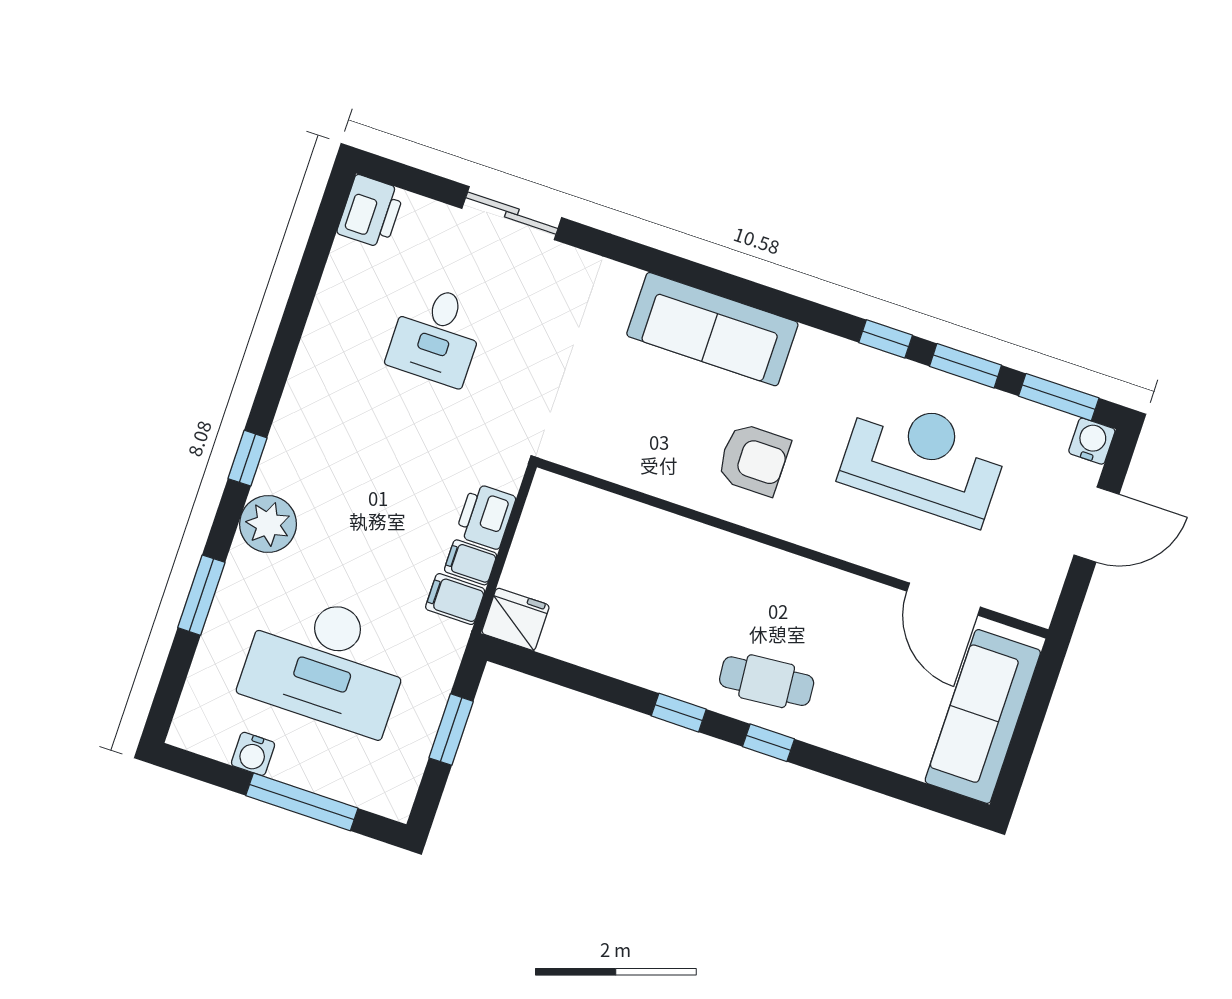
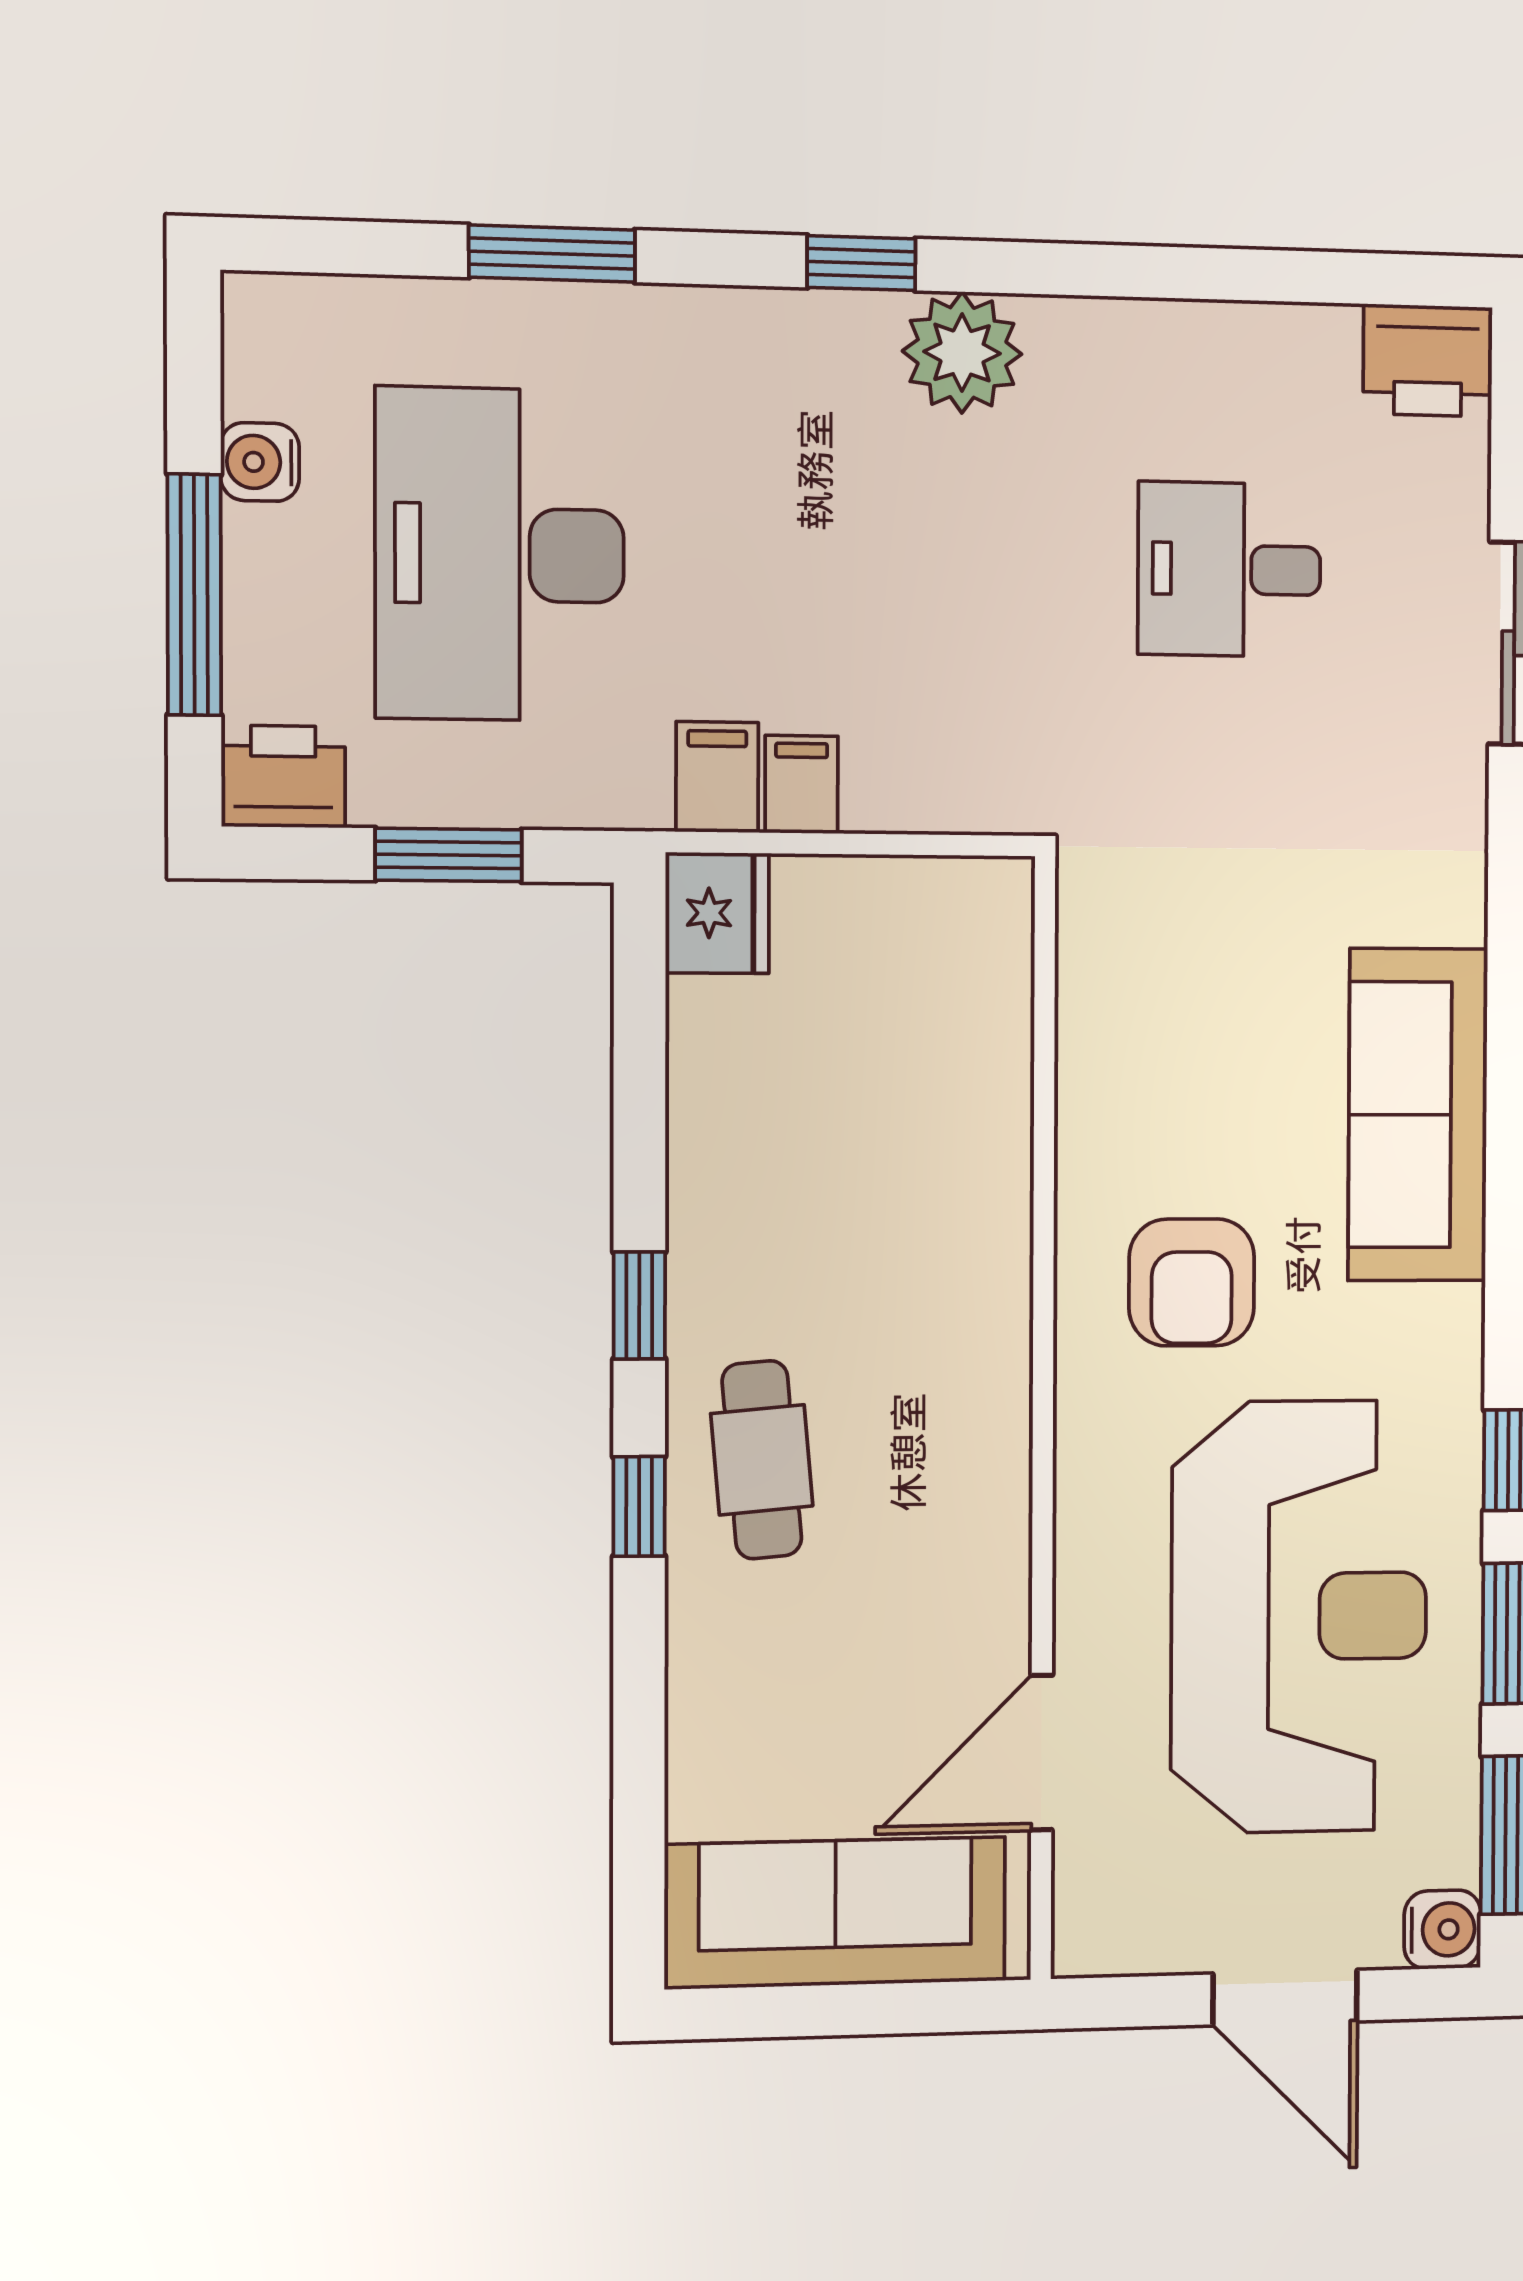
reception desk: (923, 460) -> (1299, 1617), width x1.36, depth x1.30
printer: (486, 516) -> (283, 777), moved
plant: (268, 524) -> (962, 353), moved

